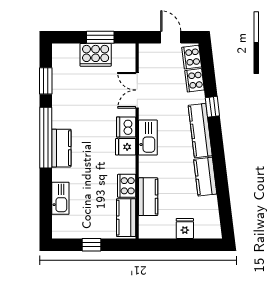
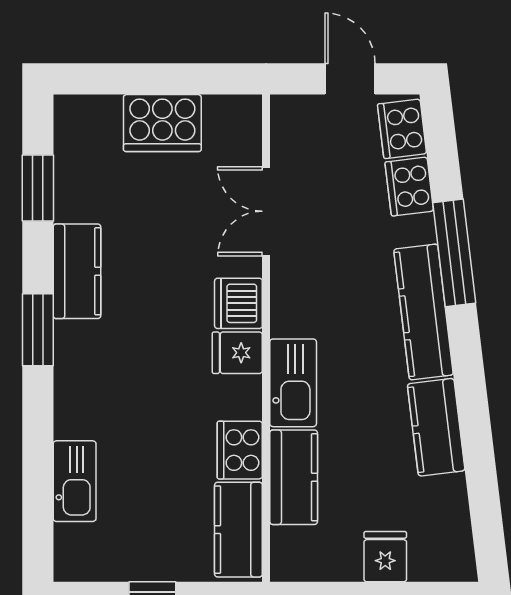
window: (100, 37) -> (174, 79), removed
window: (212, 107) -> (454, 253), width x2.17
window: (46, 138) -> (38, 330), width x0.47
kitchen sink: (148, 138) -> (293, 383), moved
kitchen counter: (61, 148) -> (77, 271), moved

